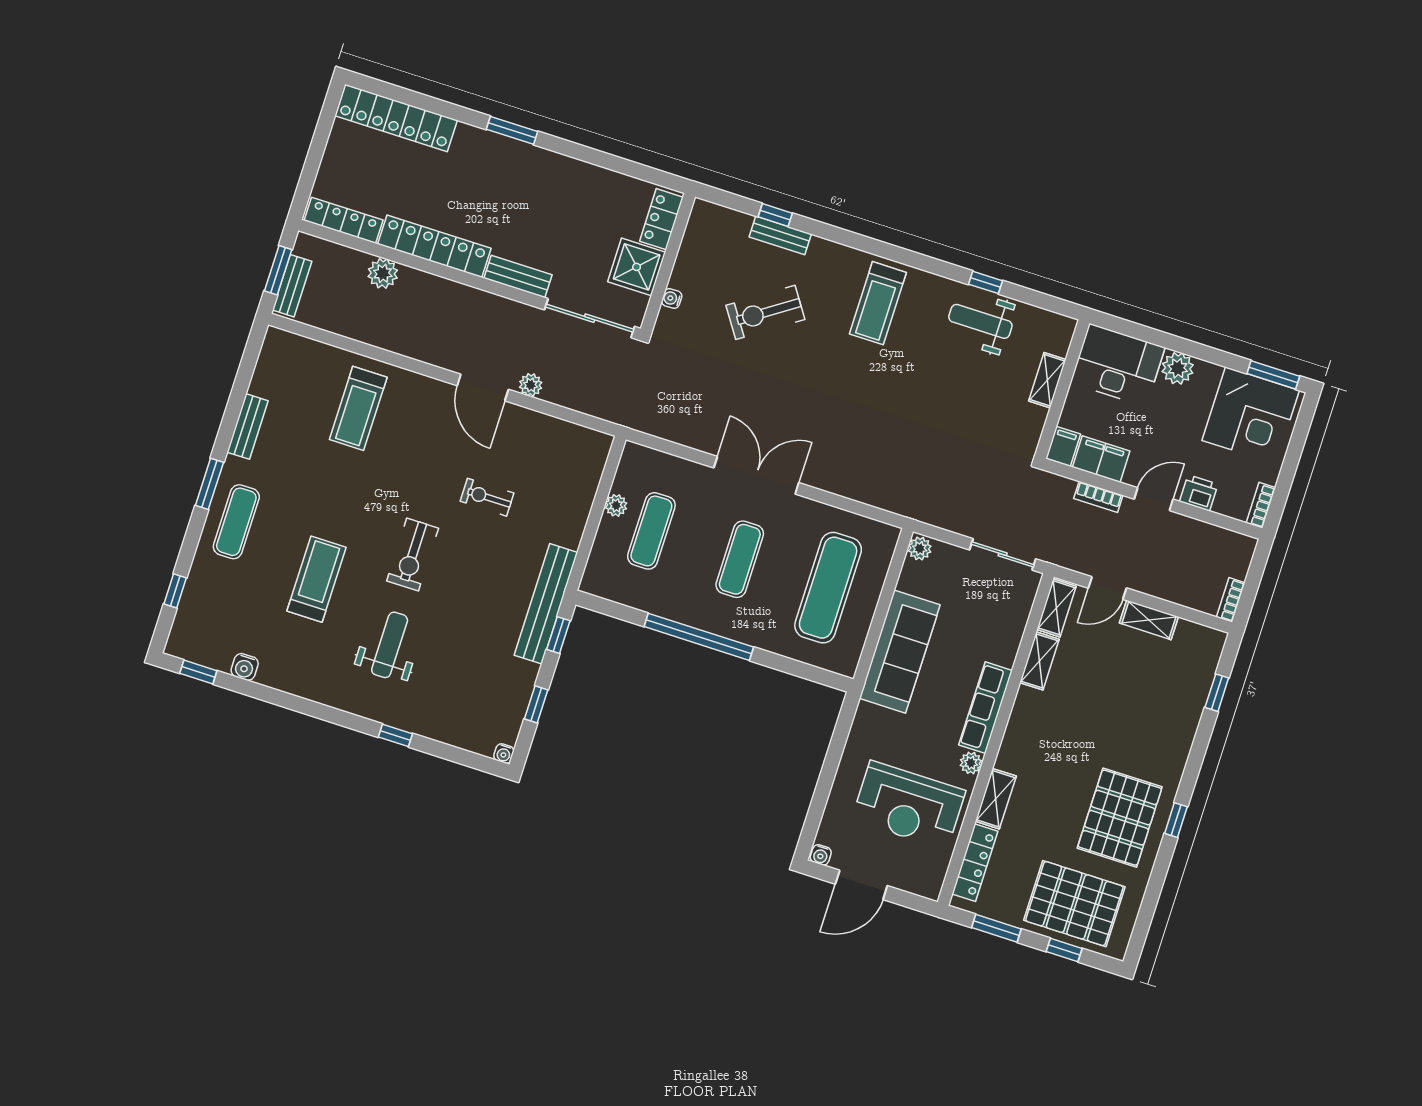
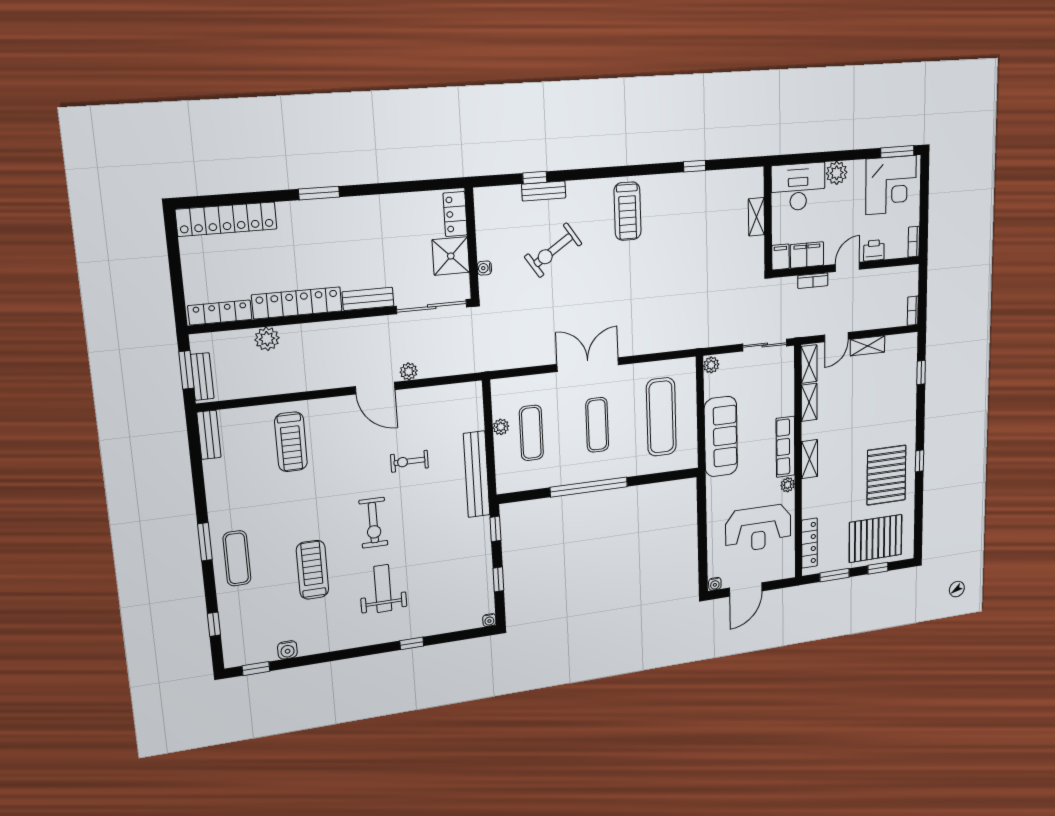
weight bench: (980, 321) -> (700, 195), removed
bench: (247, 426) -> (209, 435), moved
bench: (546, 604) -> (477, 474), moved
shelving: (996, 799) -> (810, 459), moved

